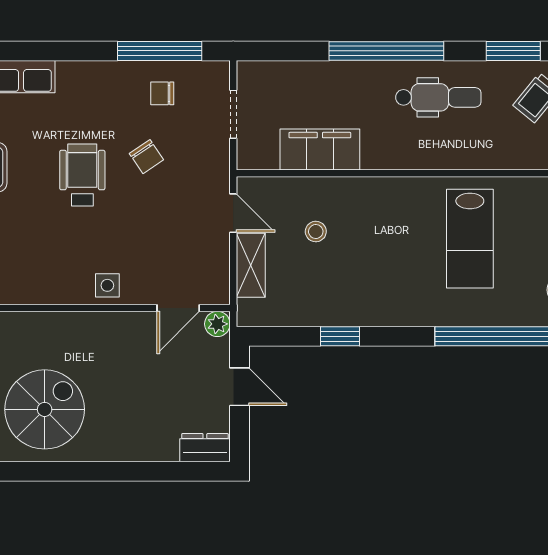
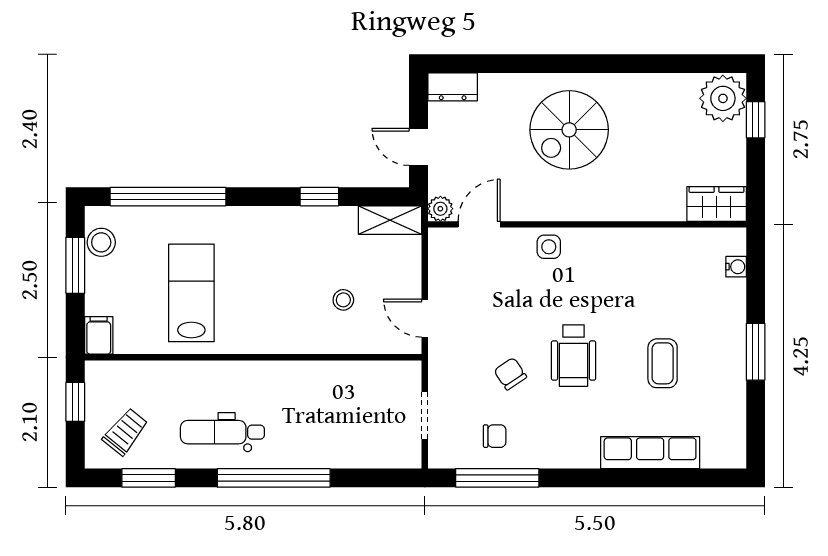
filing cabinet: (320, 150) -> (339, 381), removed
shelving: (251, 265) -> (390, 220), moved, turned 90
spiral stairs: (45, 409) -> (569, 130), moved

